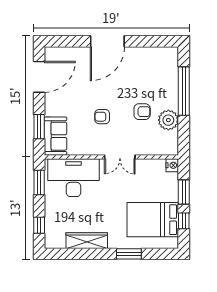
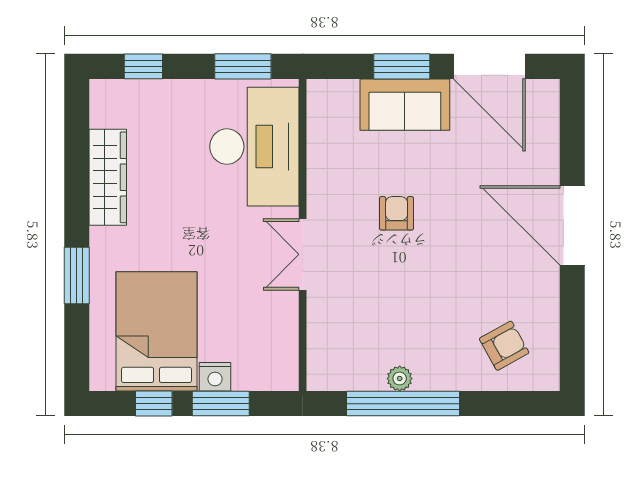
window: (184, 91) -> (403, 404), moved
armchair: (142, 112) -> (504, 346), moved, turned -119
plant: (168, 120) -> (400, 379), width x0.53, depth x0.53
window: (39, 127) -> (402, 66), moved
sofa: (56, 136) -> (405, 105), moved
nightstand: (172, 165) -> (215, 377), moved

